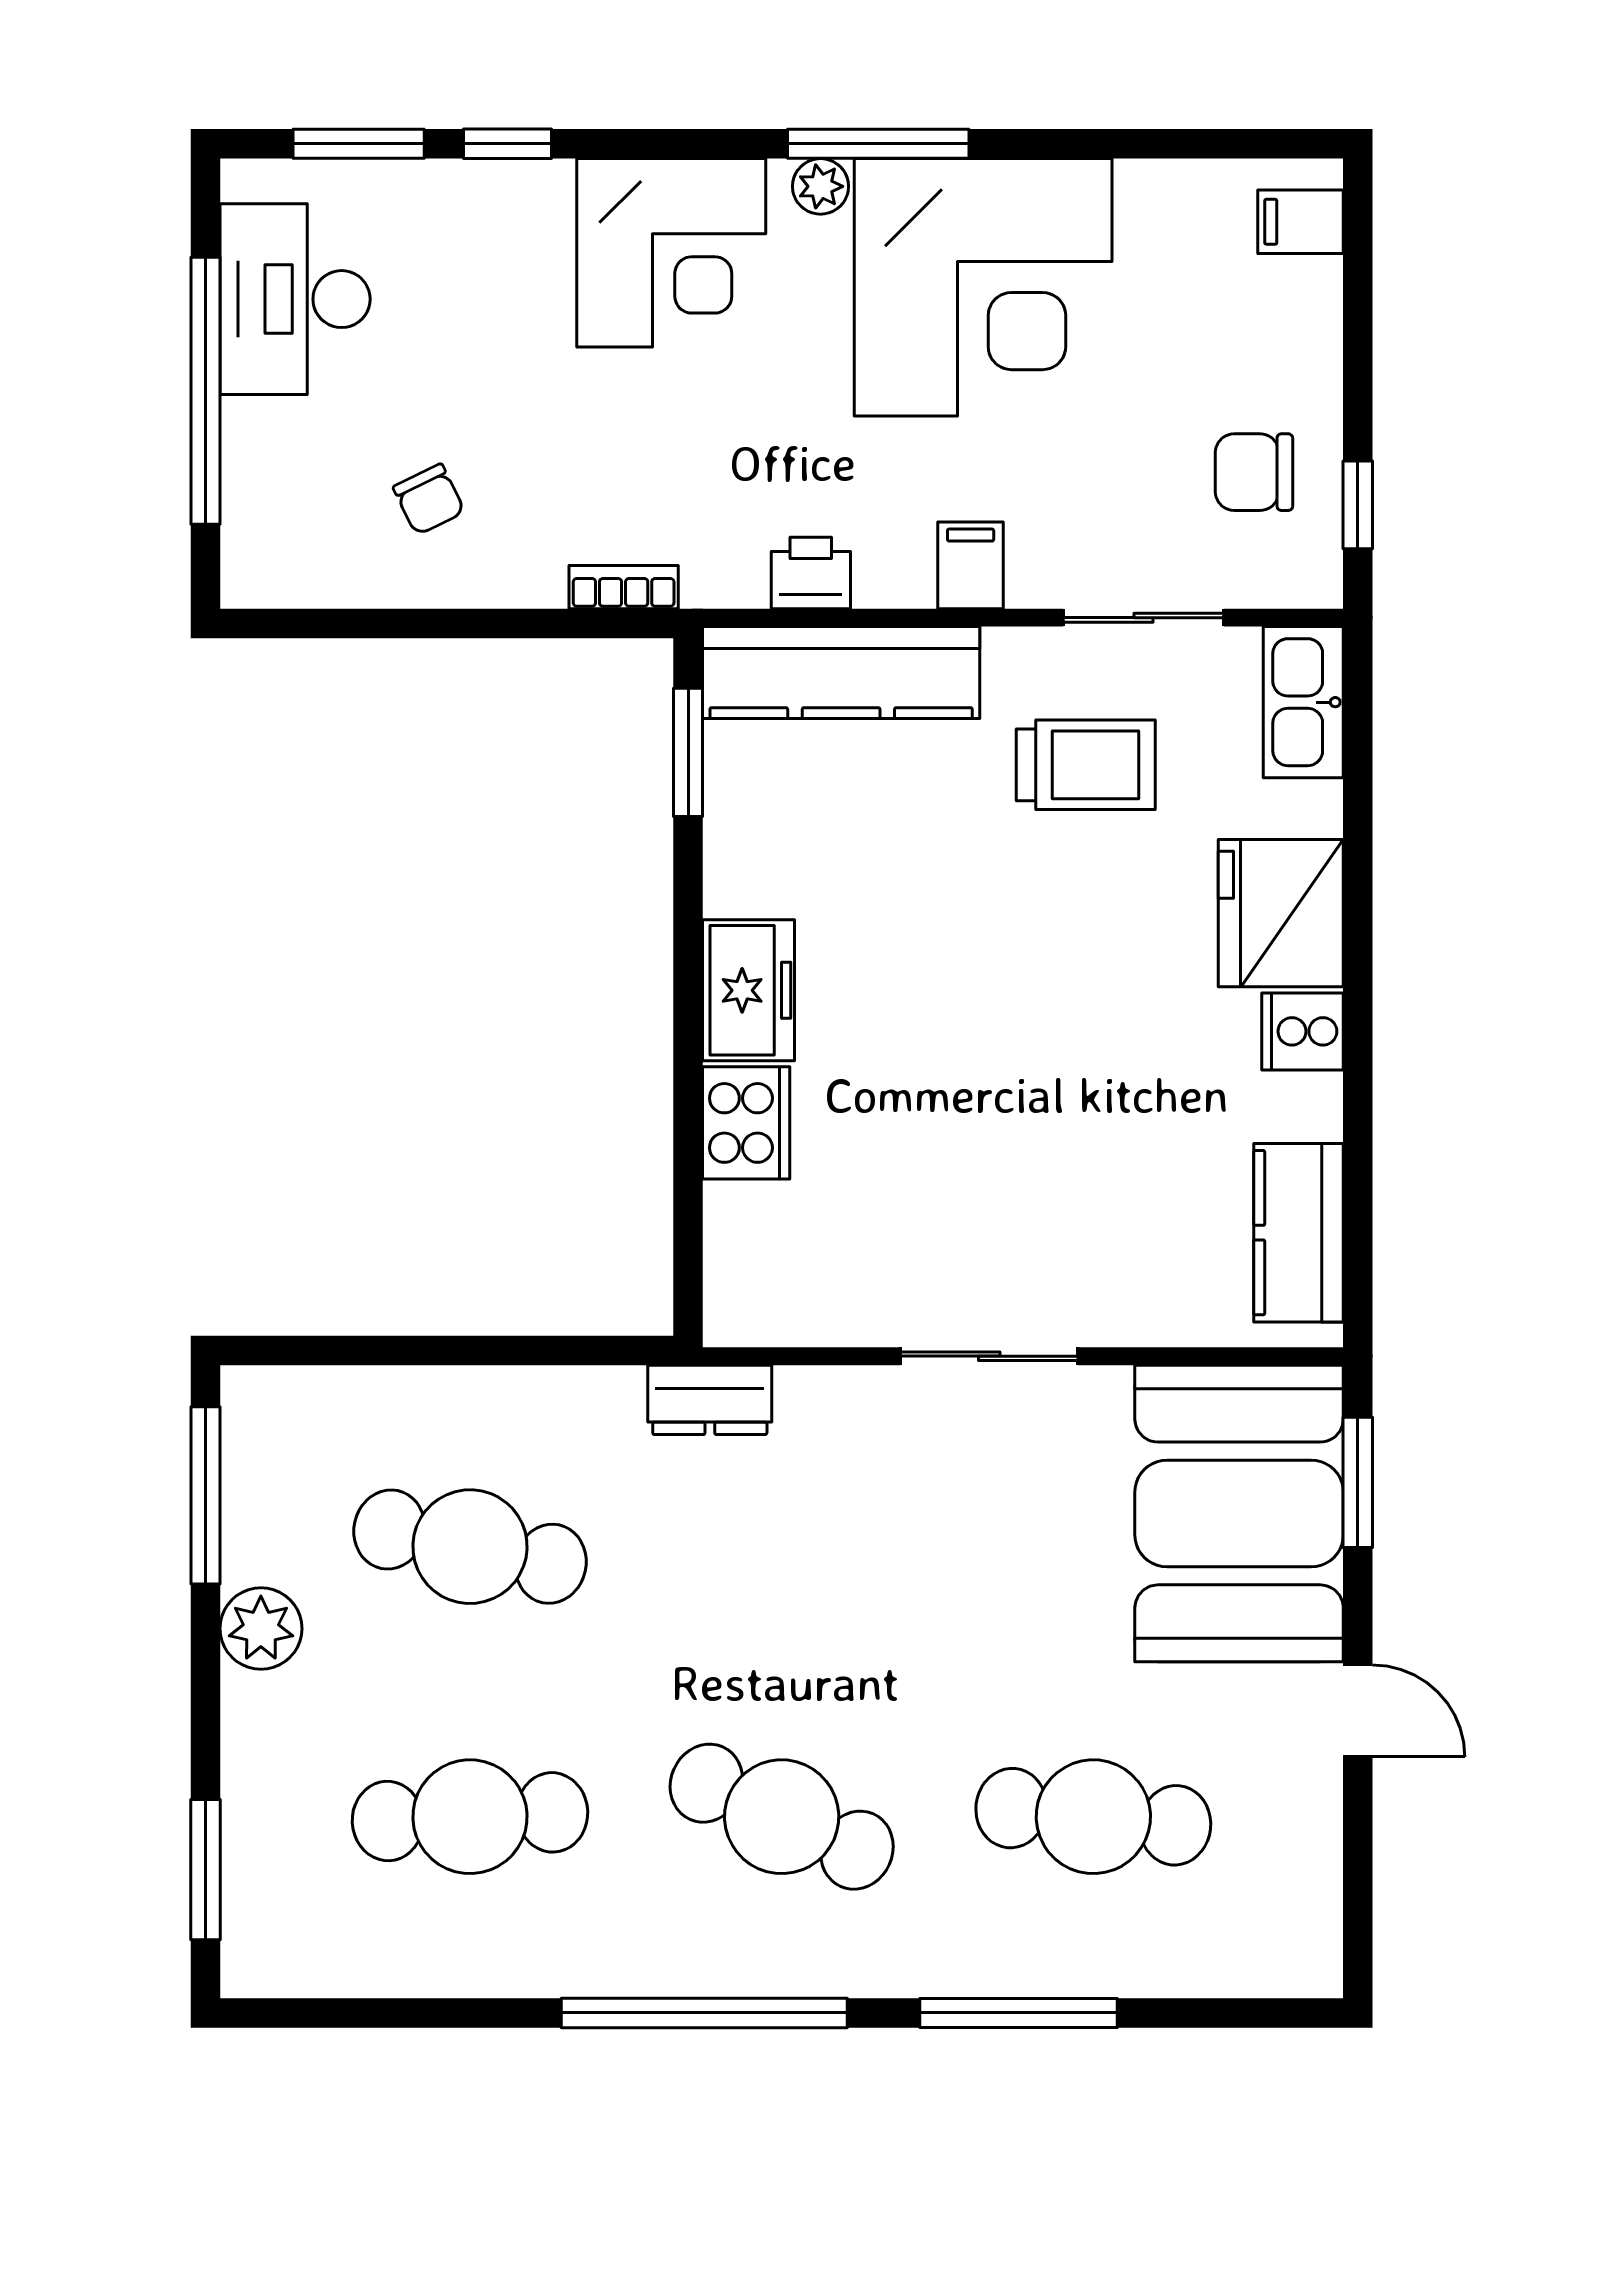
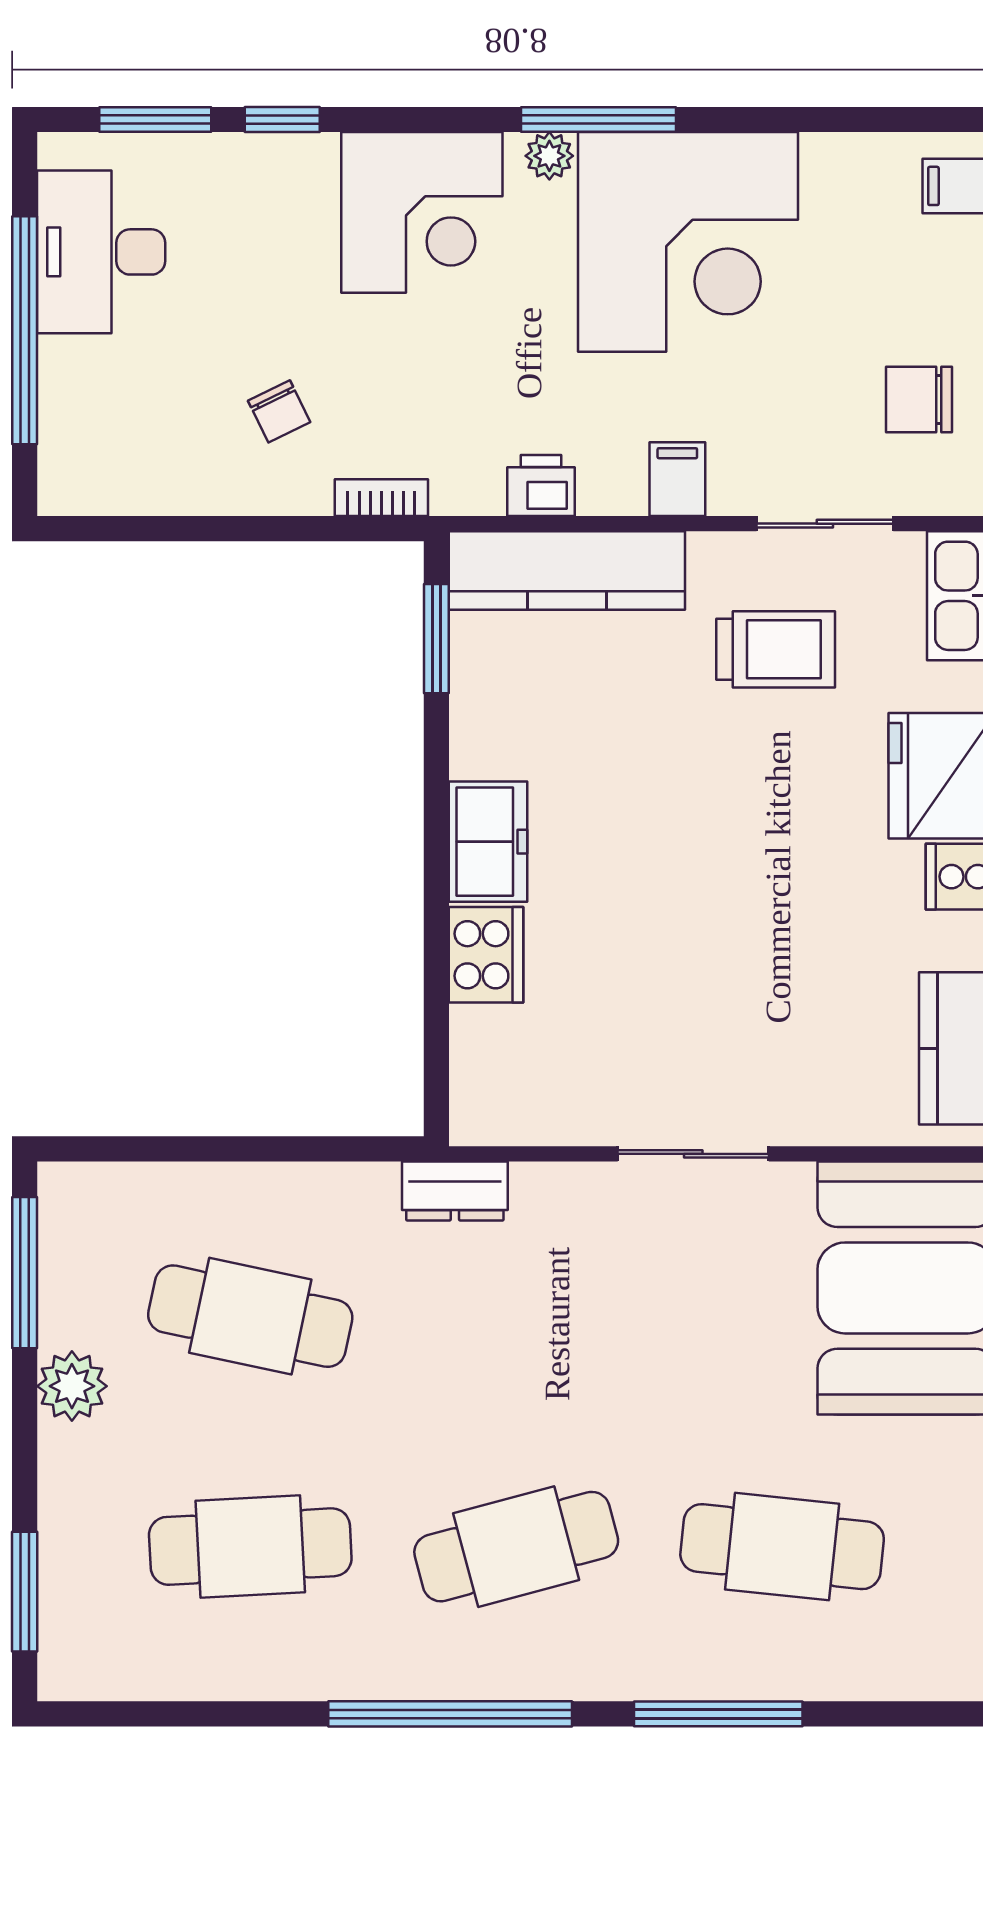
chair: (429, 499) -> (279, 411), moved
cafe table: (782, 1817) -> (516, 1547), turned -39

